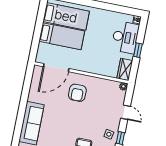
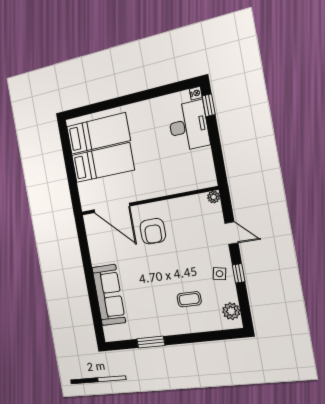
window: (138, 50) -> (209, 105), moved
door: (56, 68) -> (112, 208), hinge flipped
wardrobe: (125, 69) -> (206, 172), removed

